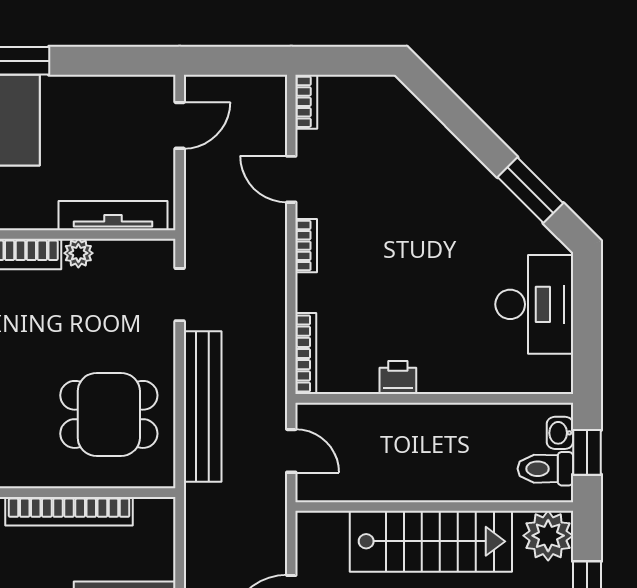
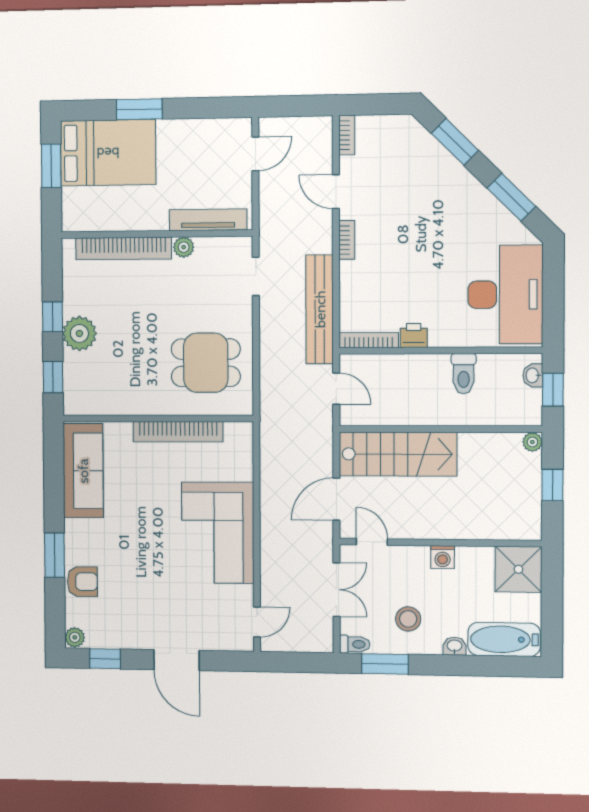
window: (454, 114) -> (455, 142), added
desk: (534, 304) -> (505, 295), width x1.36, depth x1.30
bookcase: (306, 353) -> (369, 340), moved, turned -90
bench: (203, 406) -> (320, 309), moved
toilet: (545, 469) -> (464, 374), moved, turned -90
plant: (548, 536) -> (532, 442), width x0.53, depth x0.53
stairs: (431, 541) -> (398, 454), moved

